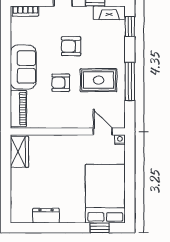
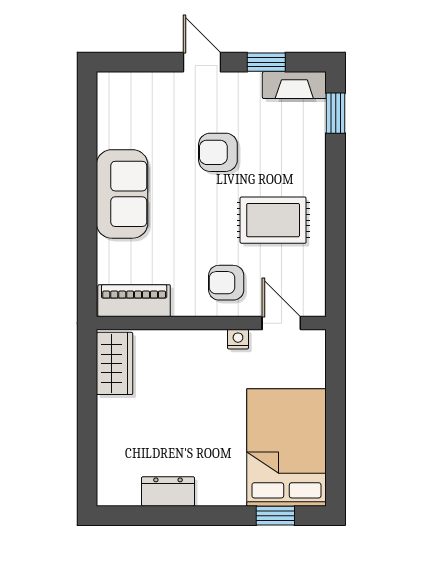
bookcase: (25, 11) -> (127, 82), removed
window: (130, 81) -> (336, 223), removed
armchair: (61, 83) -> (226, 283), moved
piano: (18, 108) -> (134, 301), moved, turned -90
nightstand: (120, 140) -> (238, 339), moved

